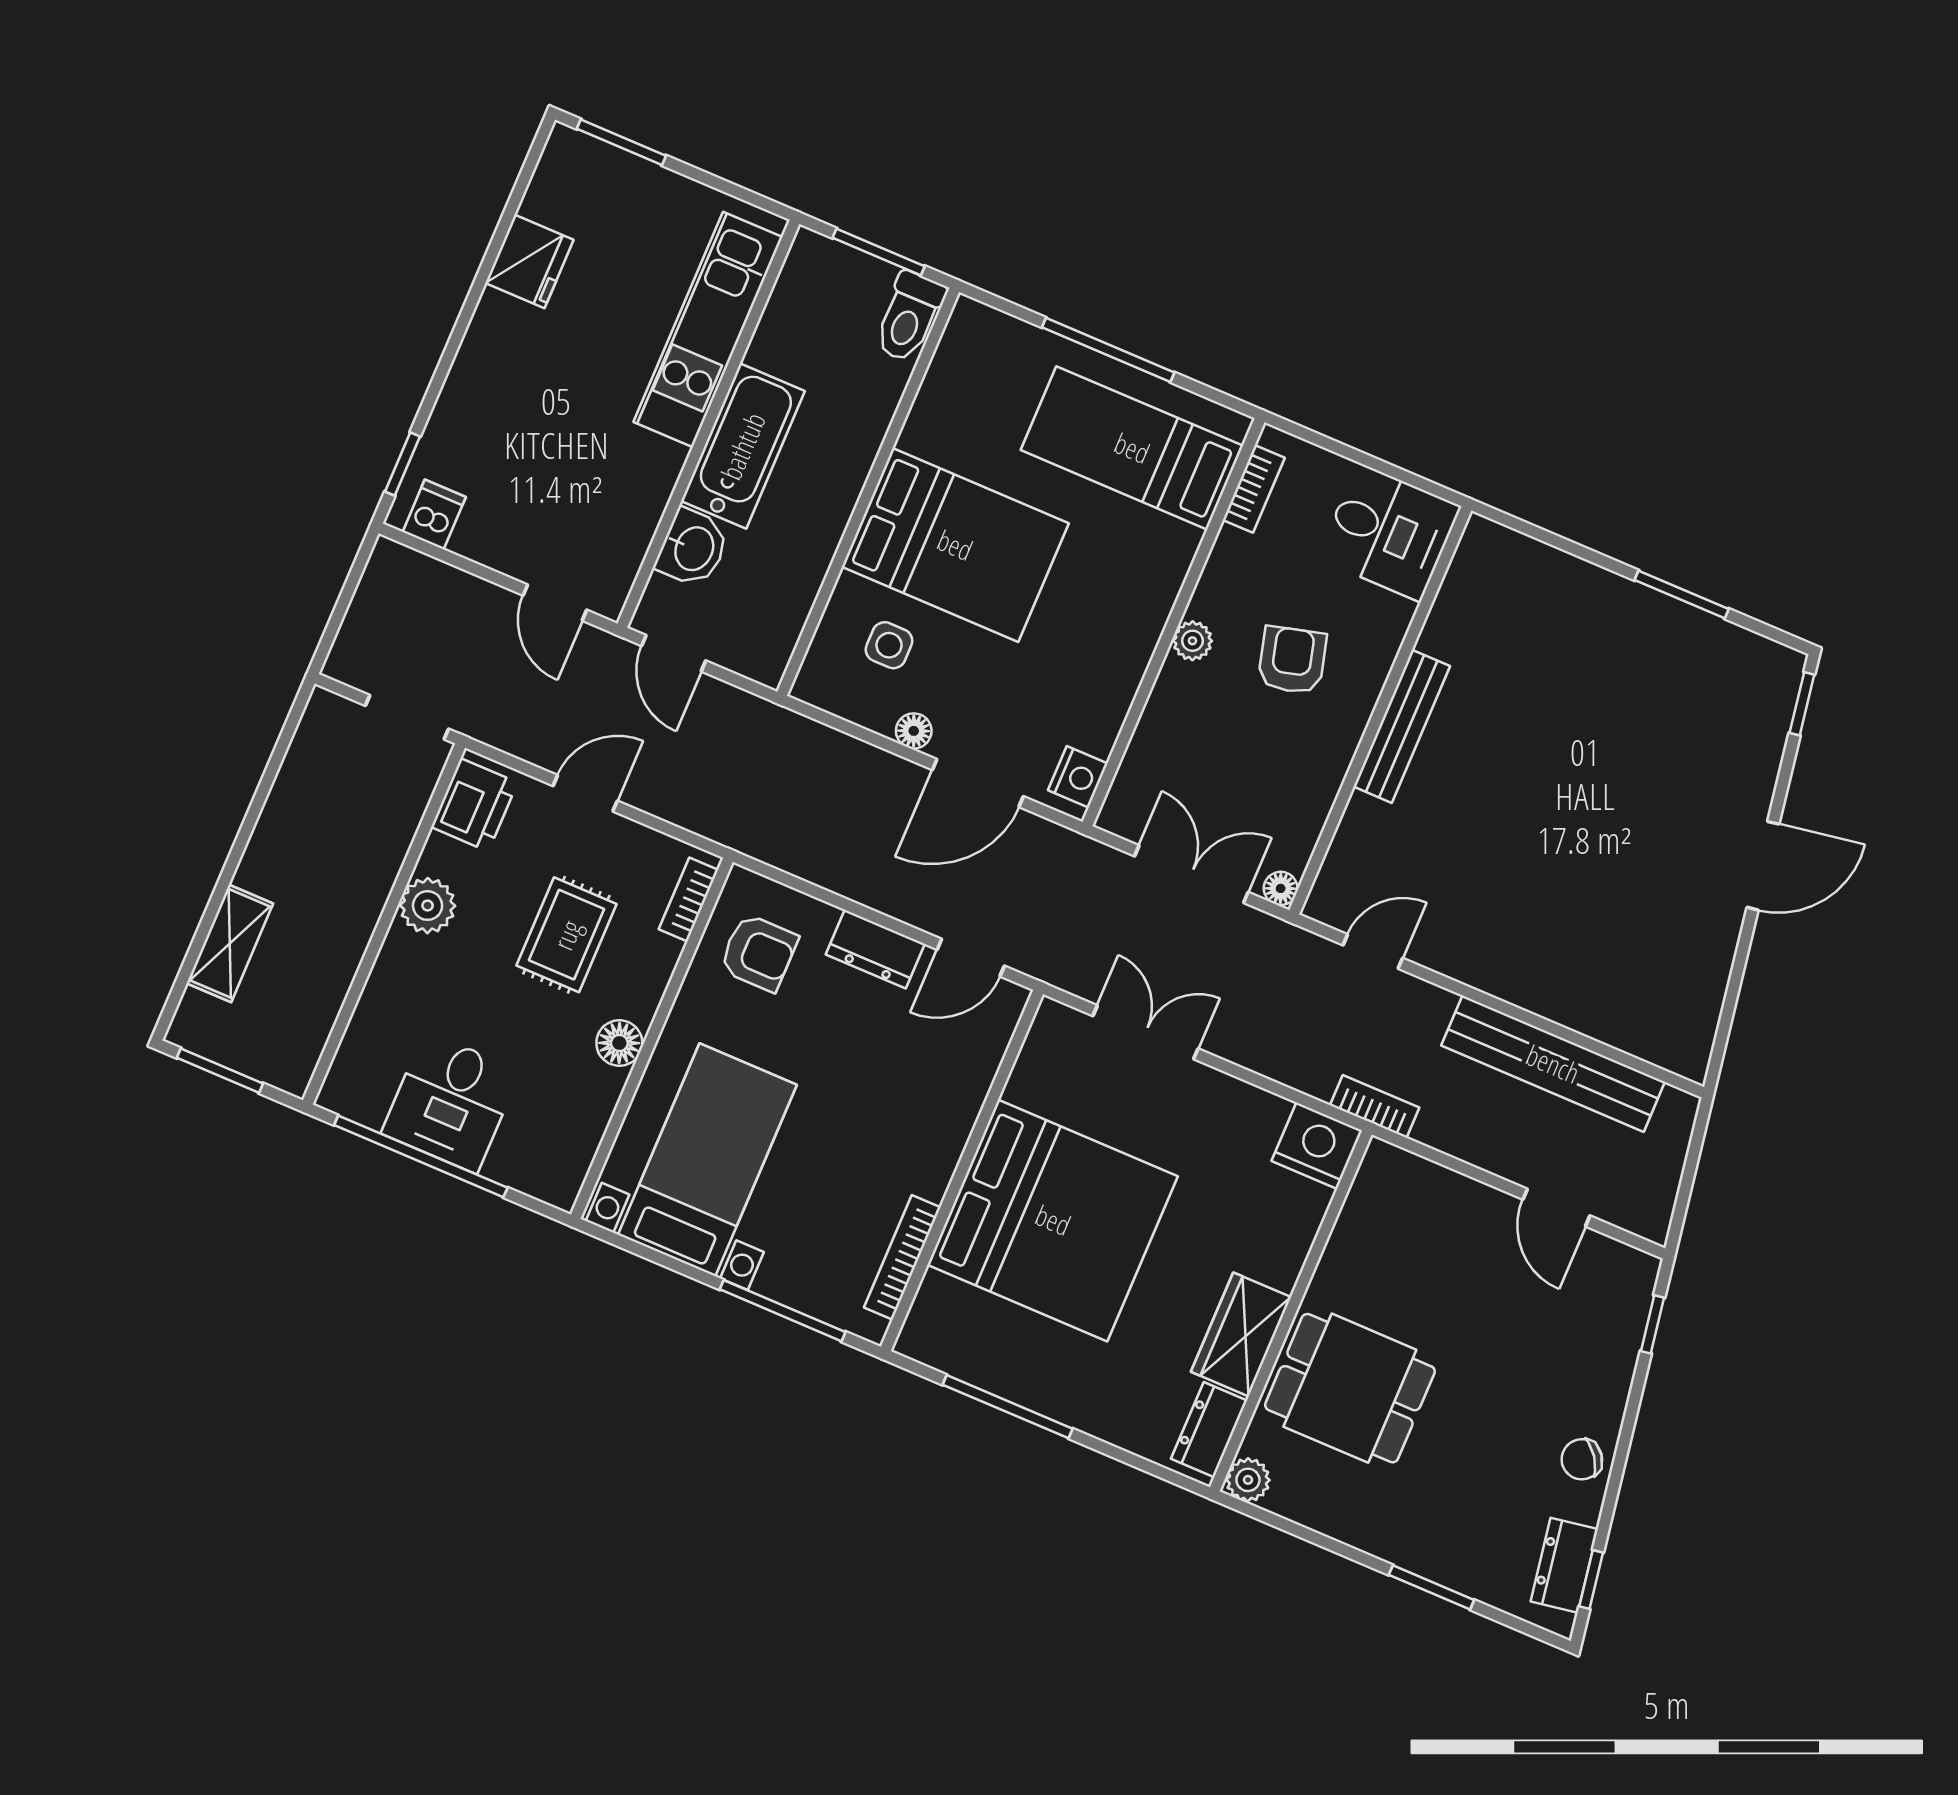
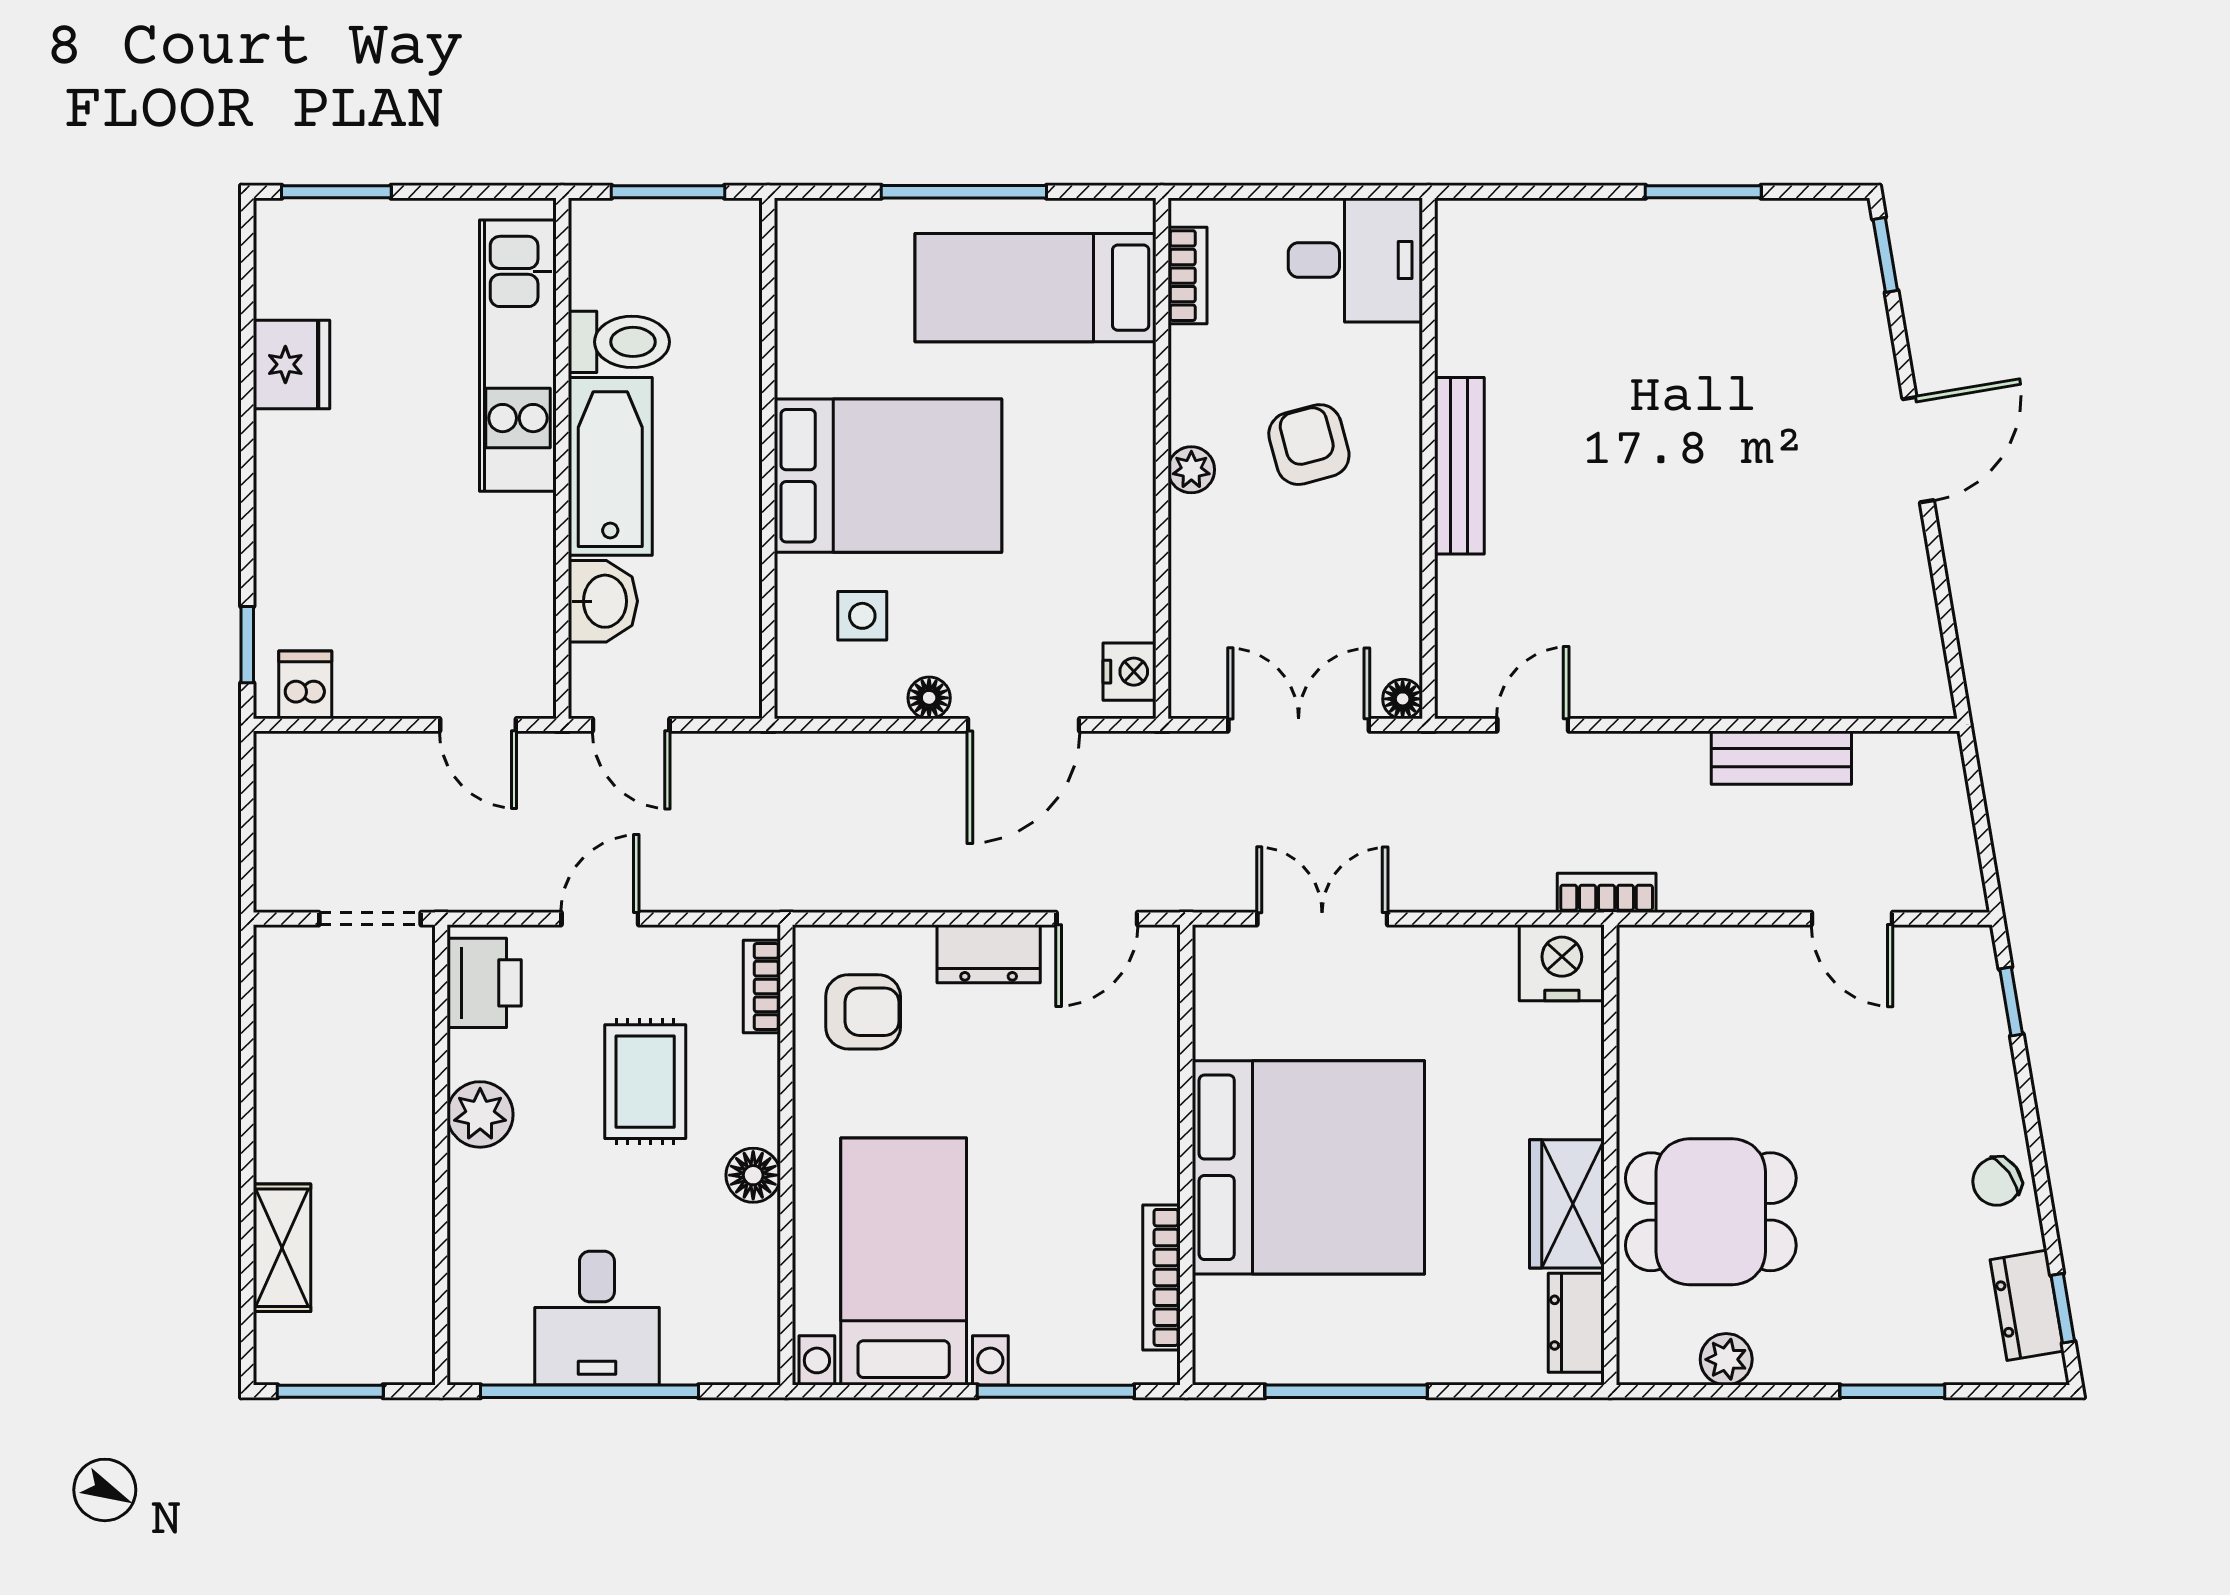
toilet: (909, 317) -> (619, 342), moved, turned -90
bench: (1553, 1064) -> (1781, 758), width x0.54, depth x0.82
plant: (1248, 1480) -> (1726, 1359), moved

